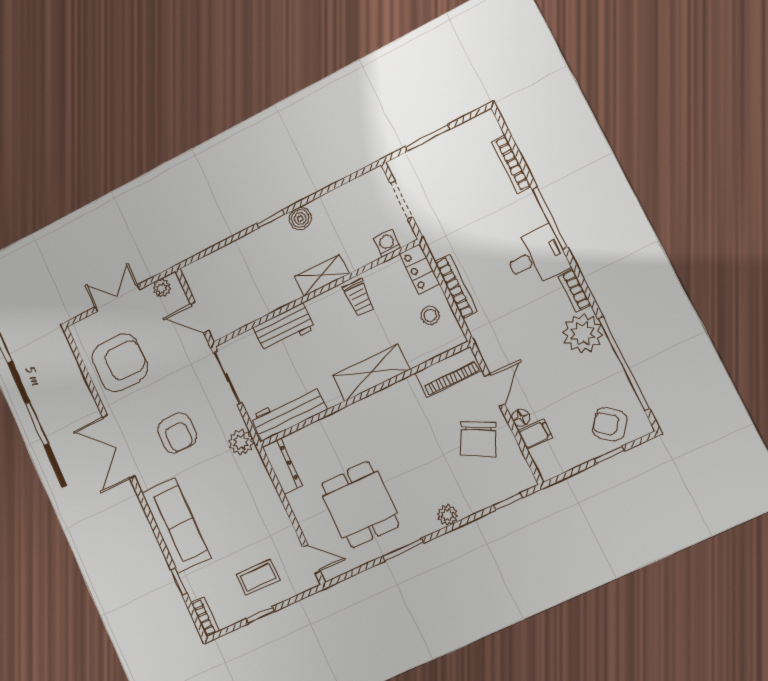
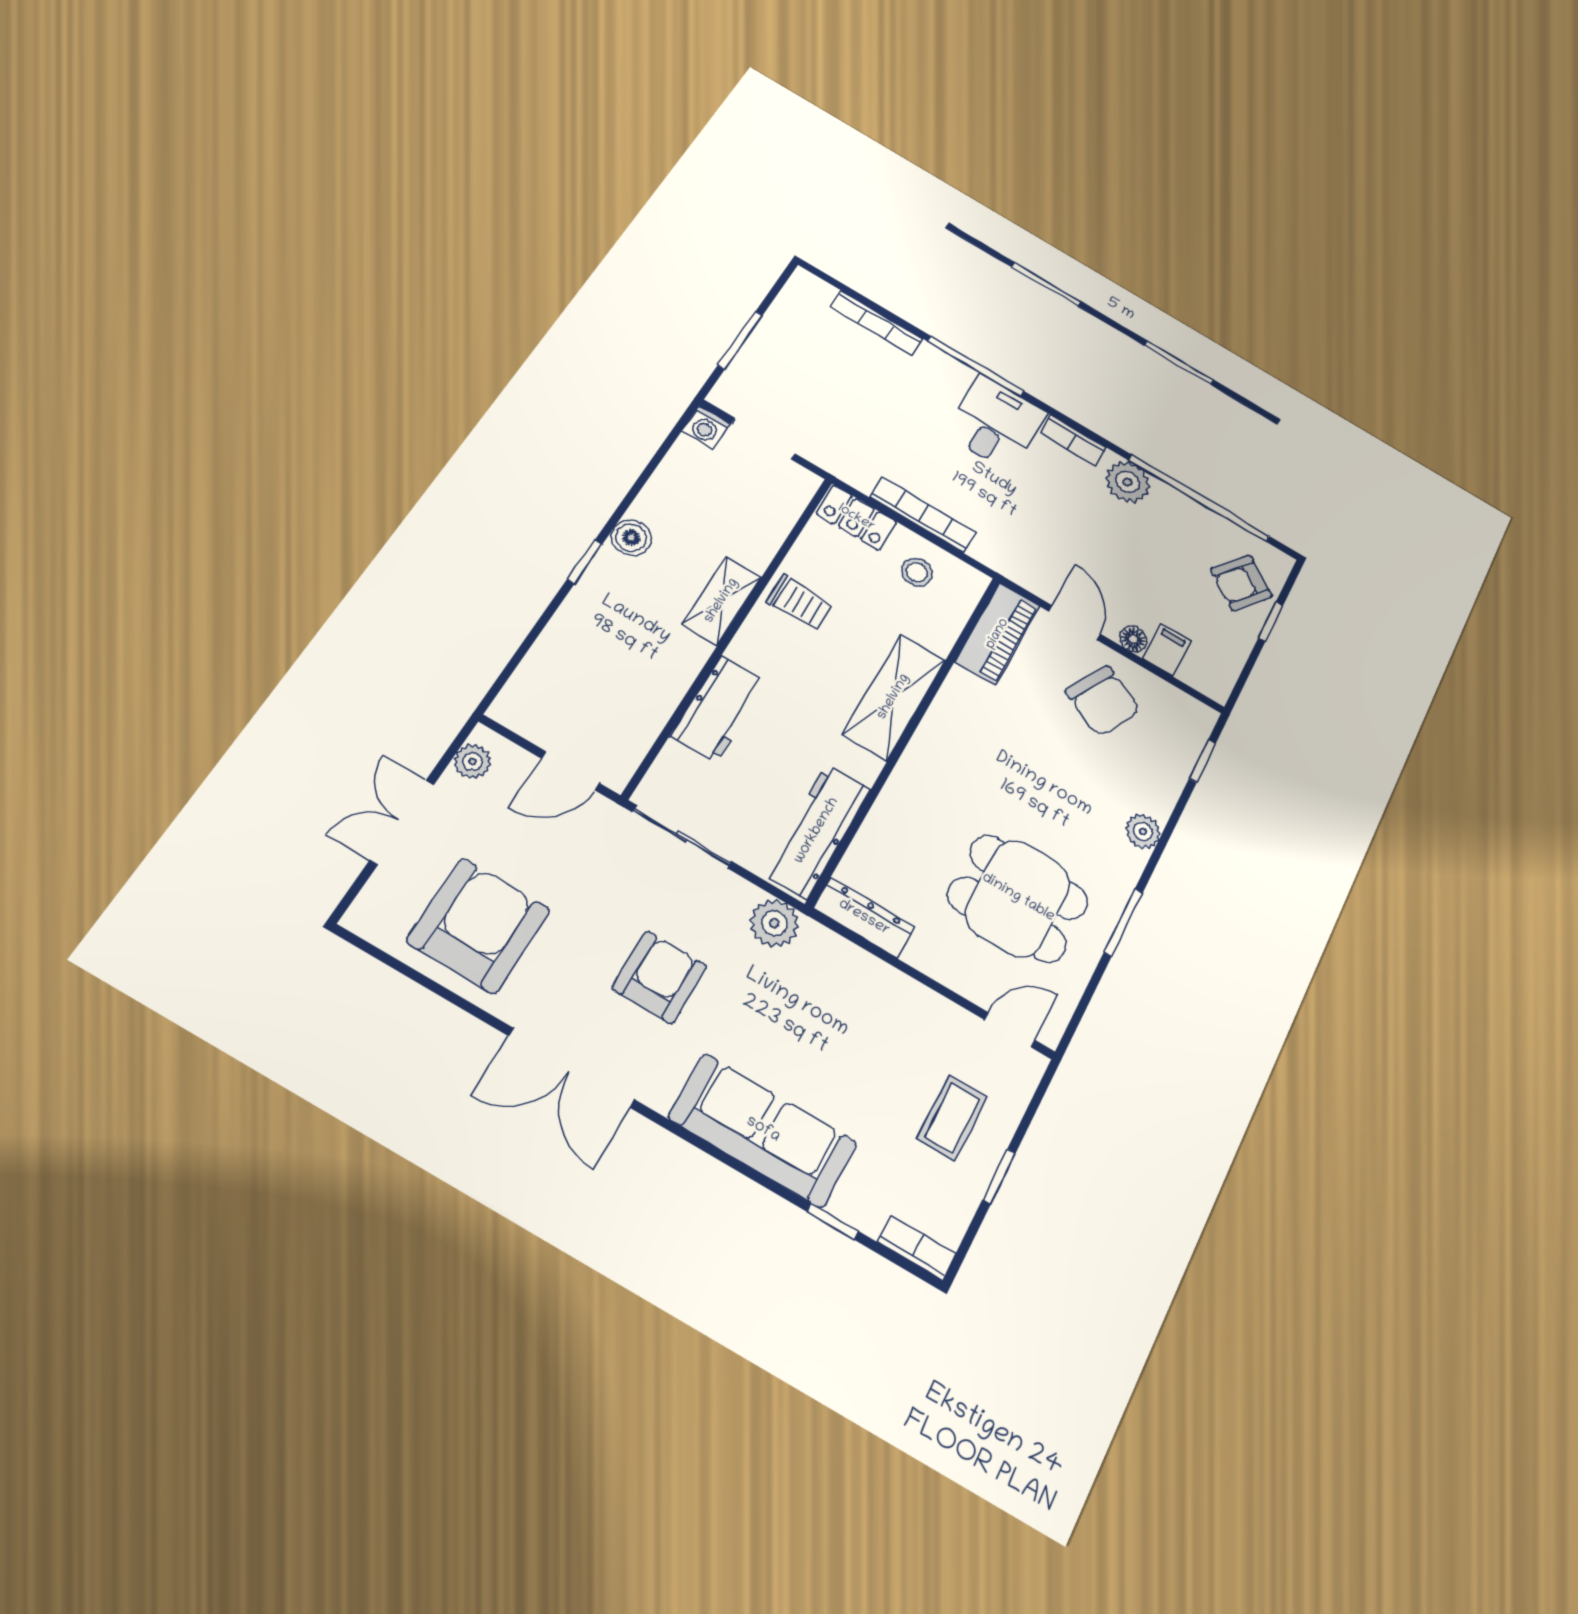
washing machine: (387, 243) -> (706, 427), moved, turned -90
plant: (583, 334) -> (1127, 482), width x0.73, depth x0.73
armchair: (177, 433) -> (659, 977), turned -90

